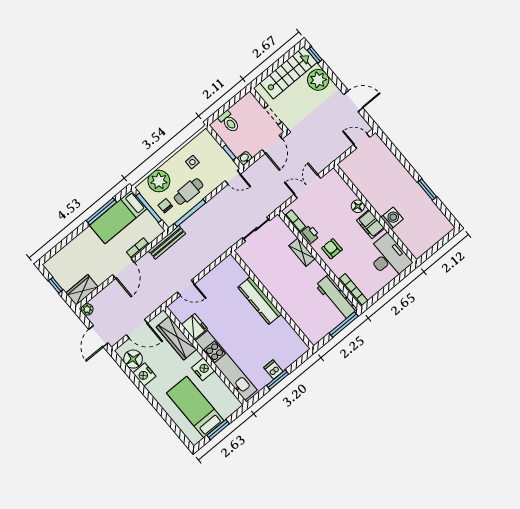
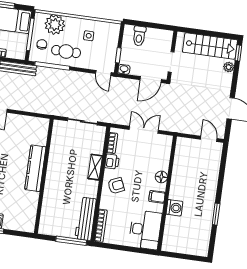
plant: (318, 80) -> (229, 67), width x0.53, depth x0.53
filing cabinet: (370, 224) -> (157, 197), width x0.50
armchair: (332, 249) -> (116, 186), turned 66

